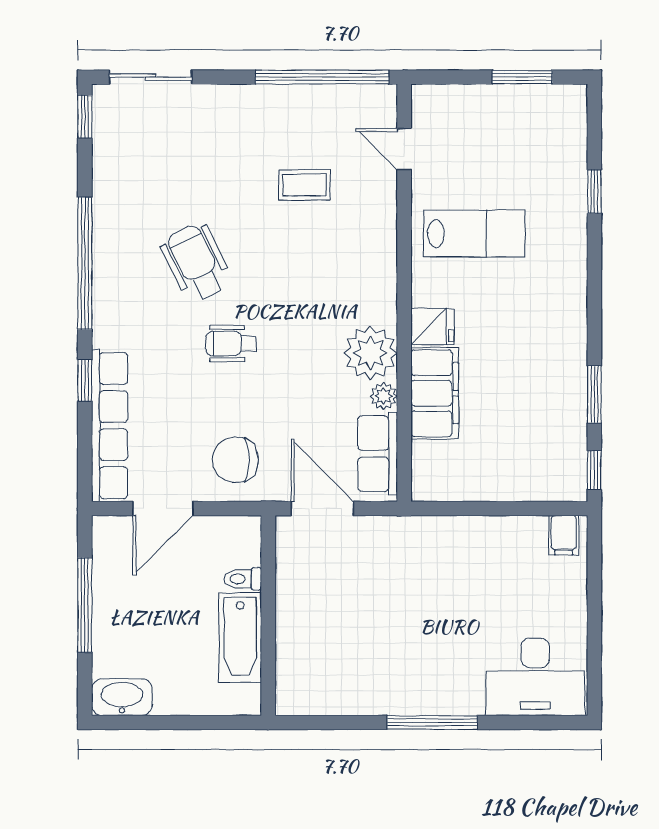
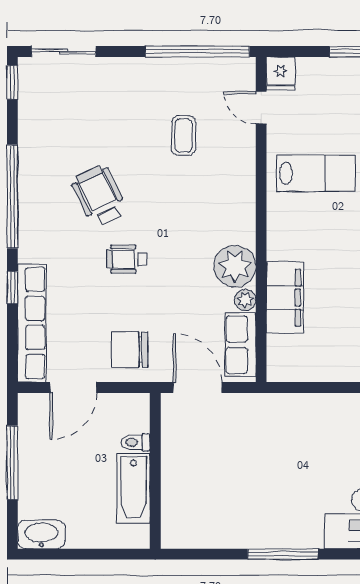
coffee table: (305, 185) -> (184, 135), turned 90
fridge: (432, 326) -> (280, 74), moved, turned 90

